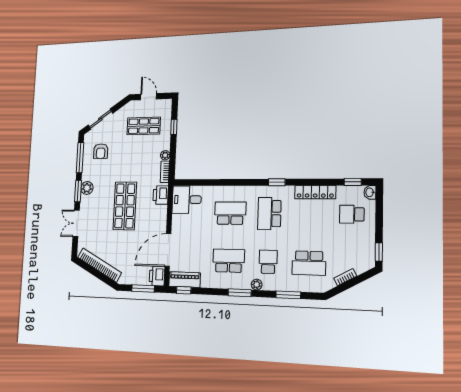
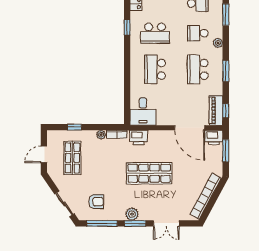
window: (240, 293) -> (226, 71), moved

